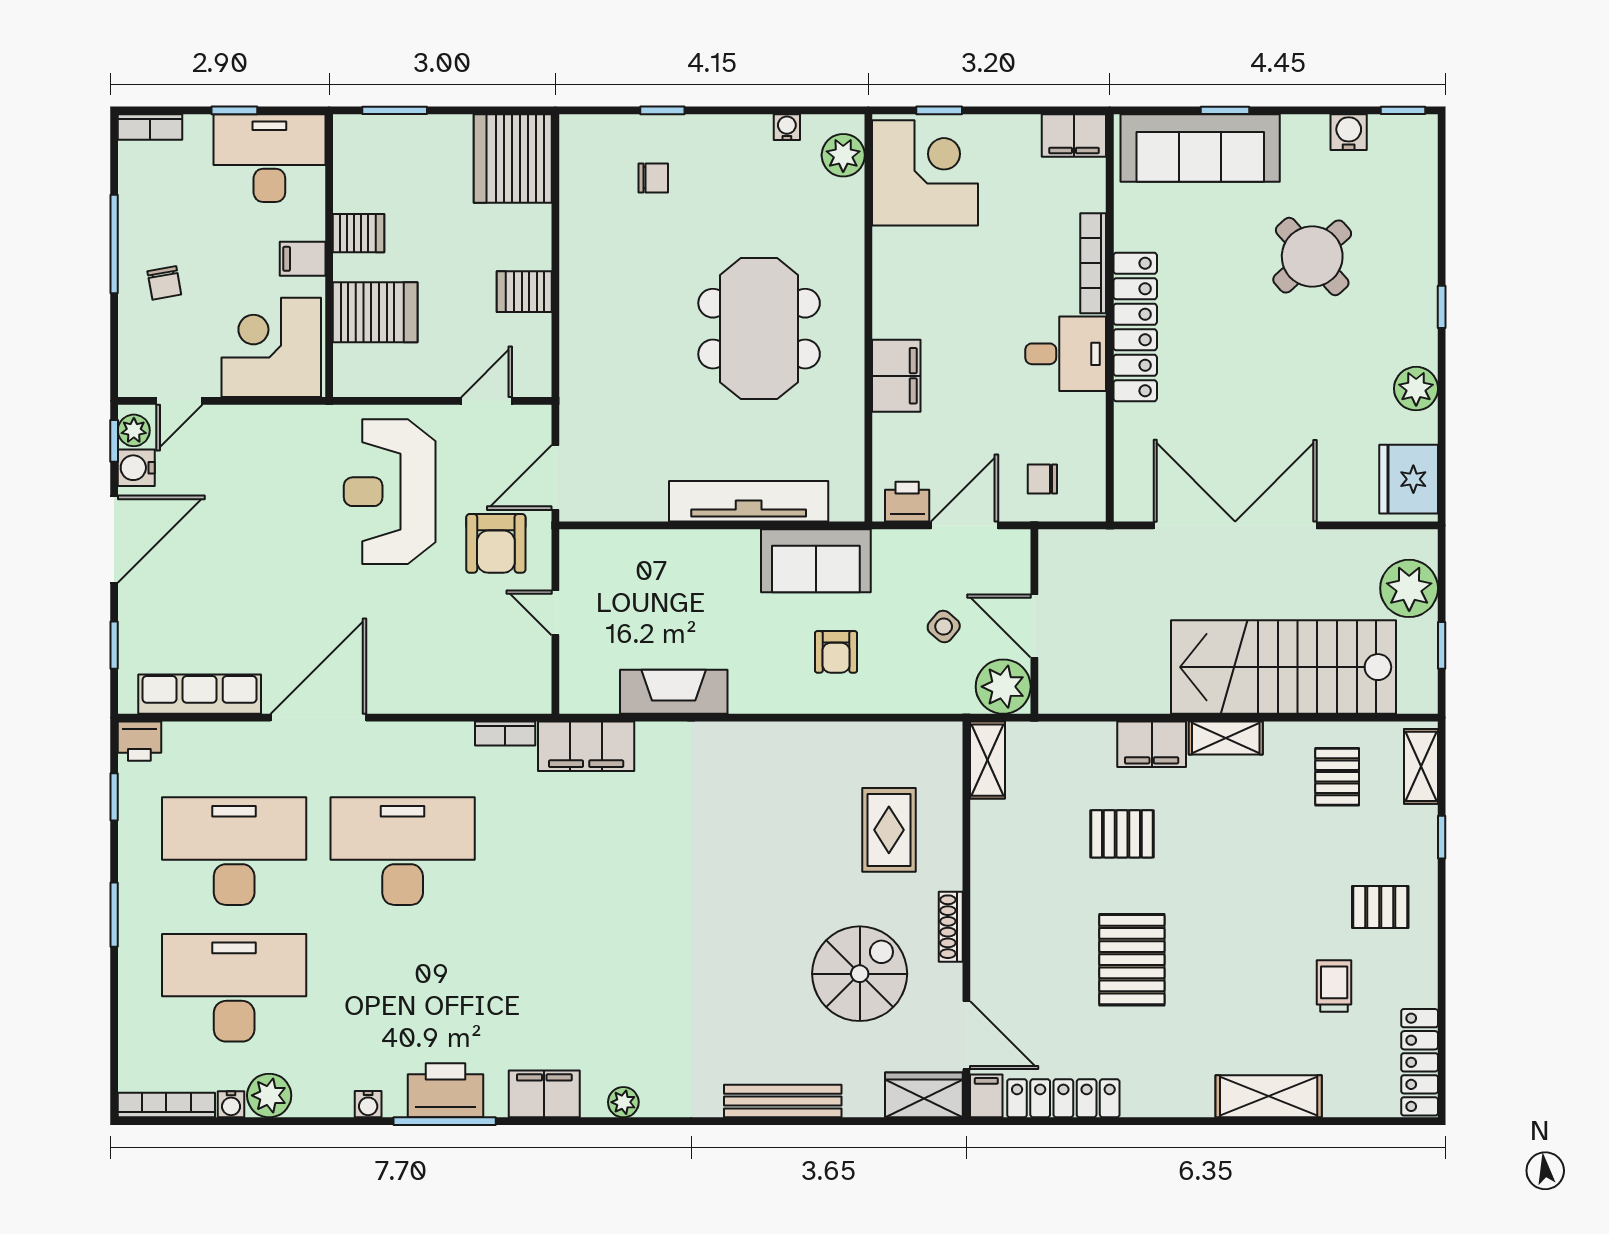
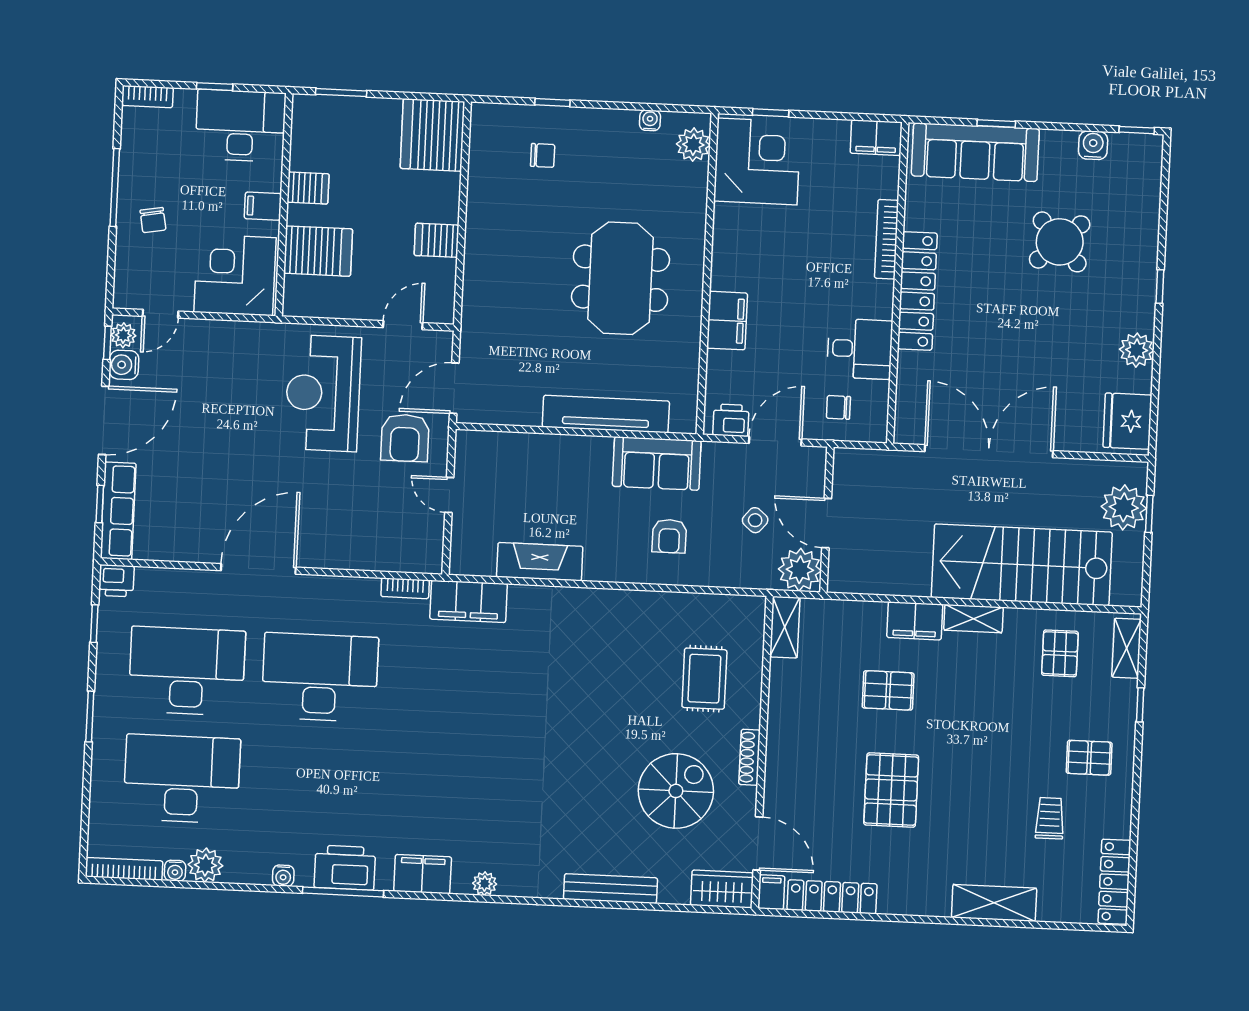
desk: (1066, 354) -> (860, 349), moved
window: (1442, 645) -> (1149, 514), moved
row of seats: (200, 694) -> (118, 511), moved, turned 90

